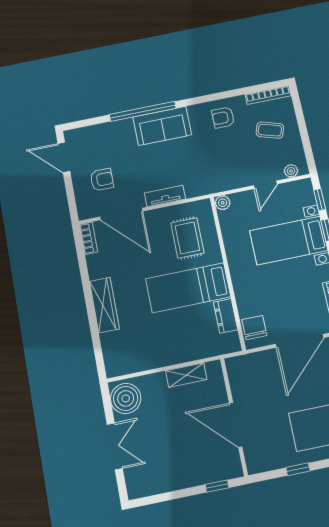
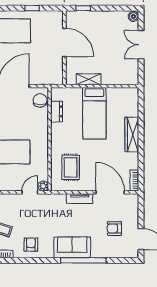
armchair: (223, 118) -> (31, 245), turned -90
armchair: (102, 180) -> (114, 228), moved
door: (265, 185) -> (30, 192), moved
bed: (188, 288) -> (94, 113), moved, turned 90
chair: (254, 328) -> (40, 100), turned 180
boiler: (126, 398) -> (133, 16), moved, width x0.54, depth x0.54

